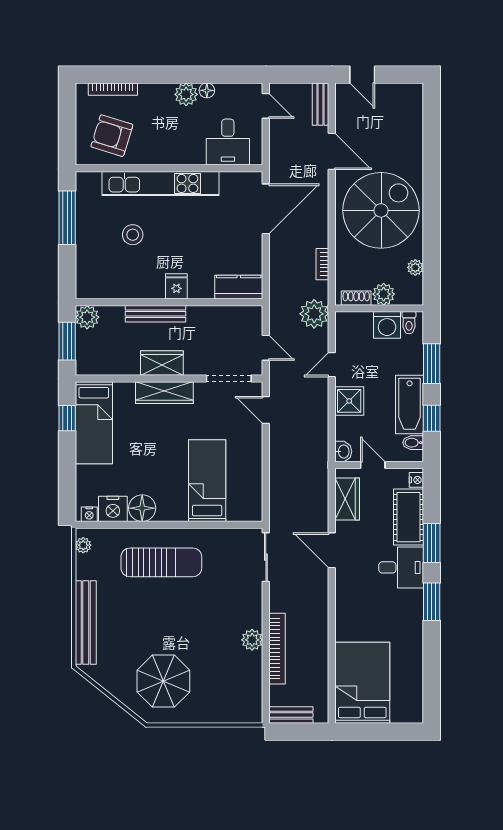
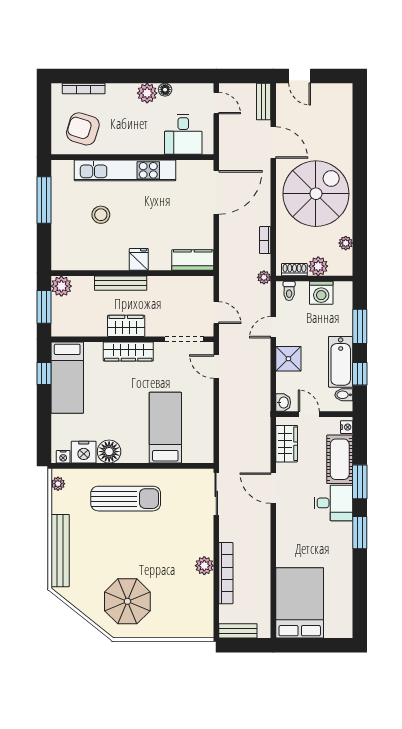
plant: (314, 314) -> (264, 277), width x0.53, depth x0.53
toilet: (409, 323) -> (289, 291), moved

